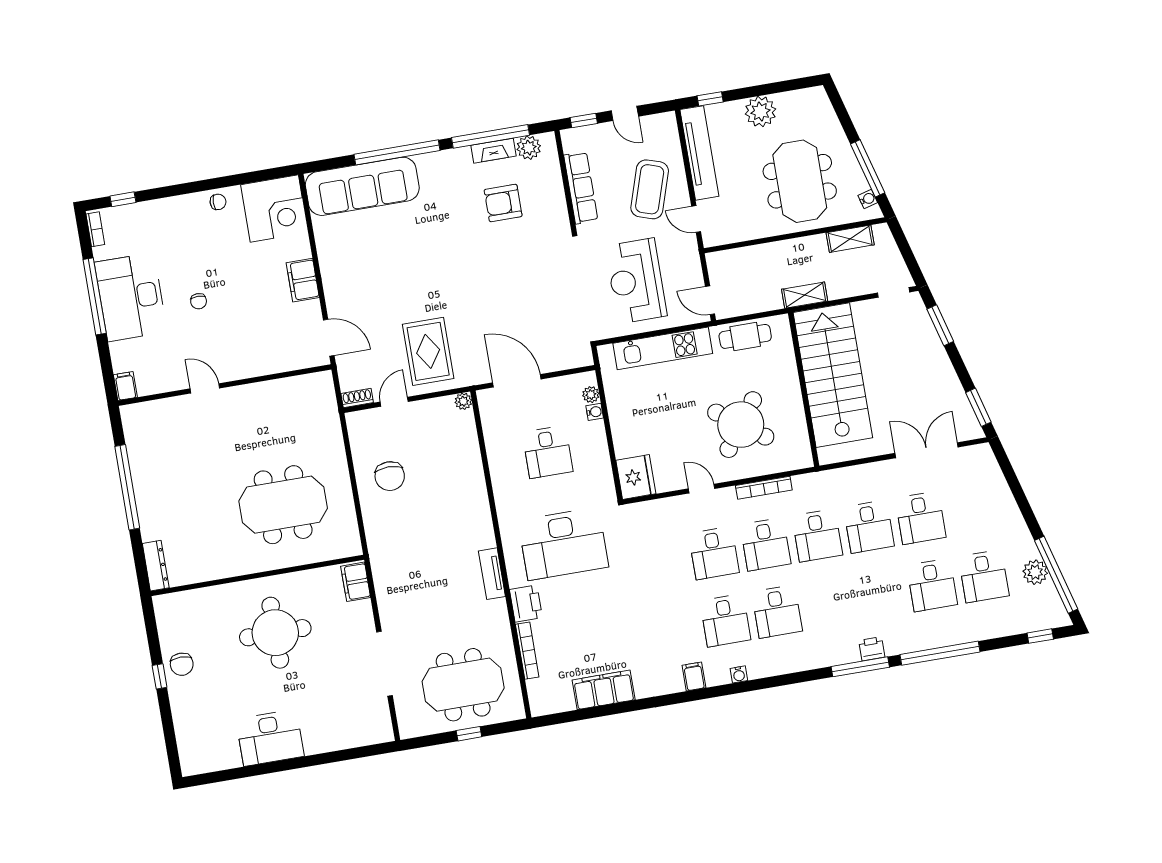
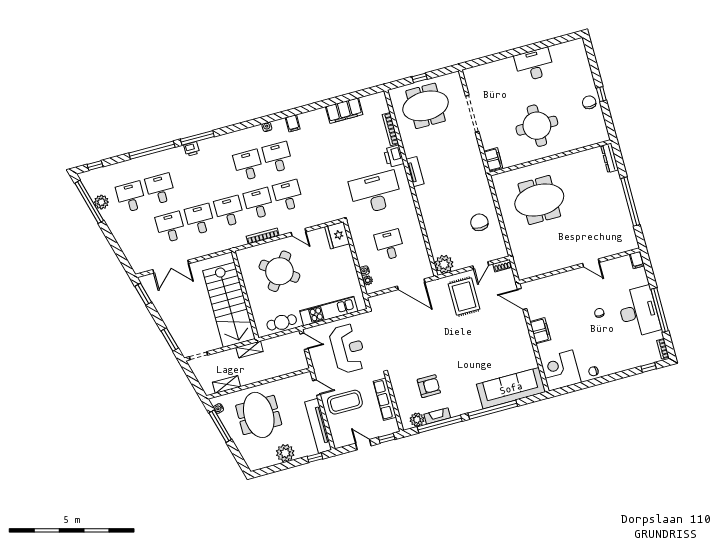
coffee table: (650, 189) -> (345, 402), turned 72
plant: (463, 401) -> (444, 264), width x1.88, depth x1.88

